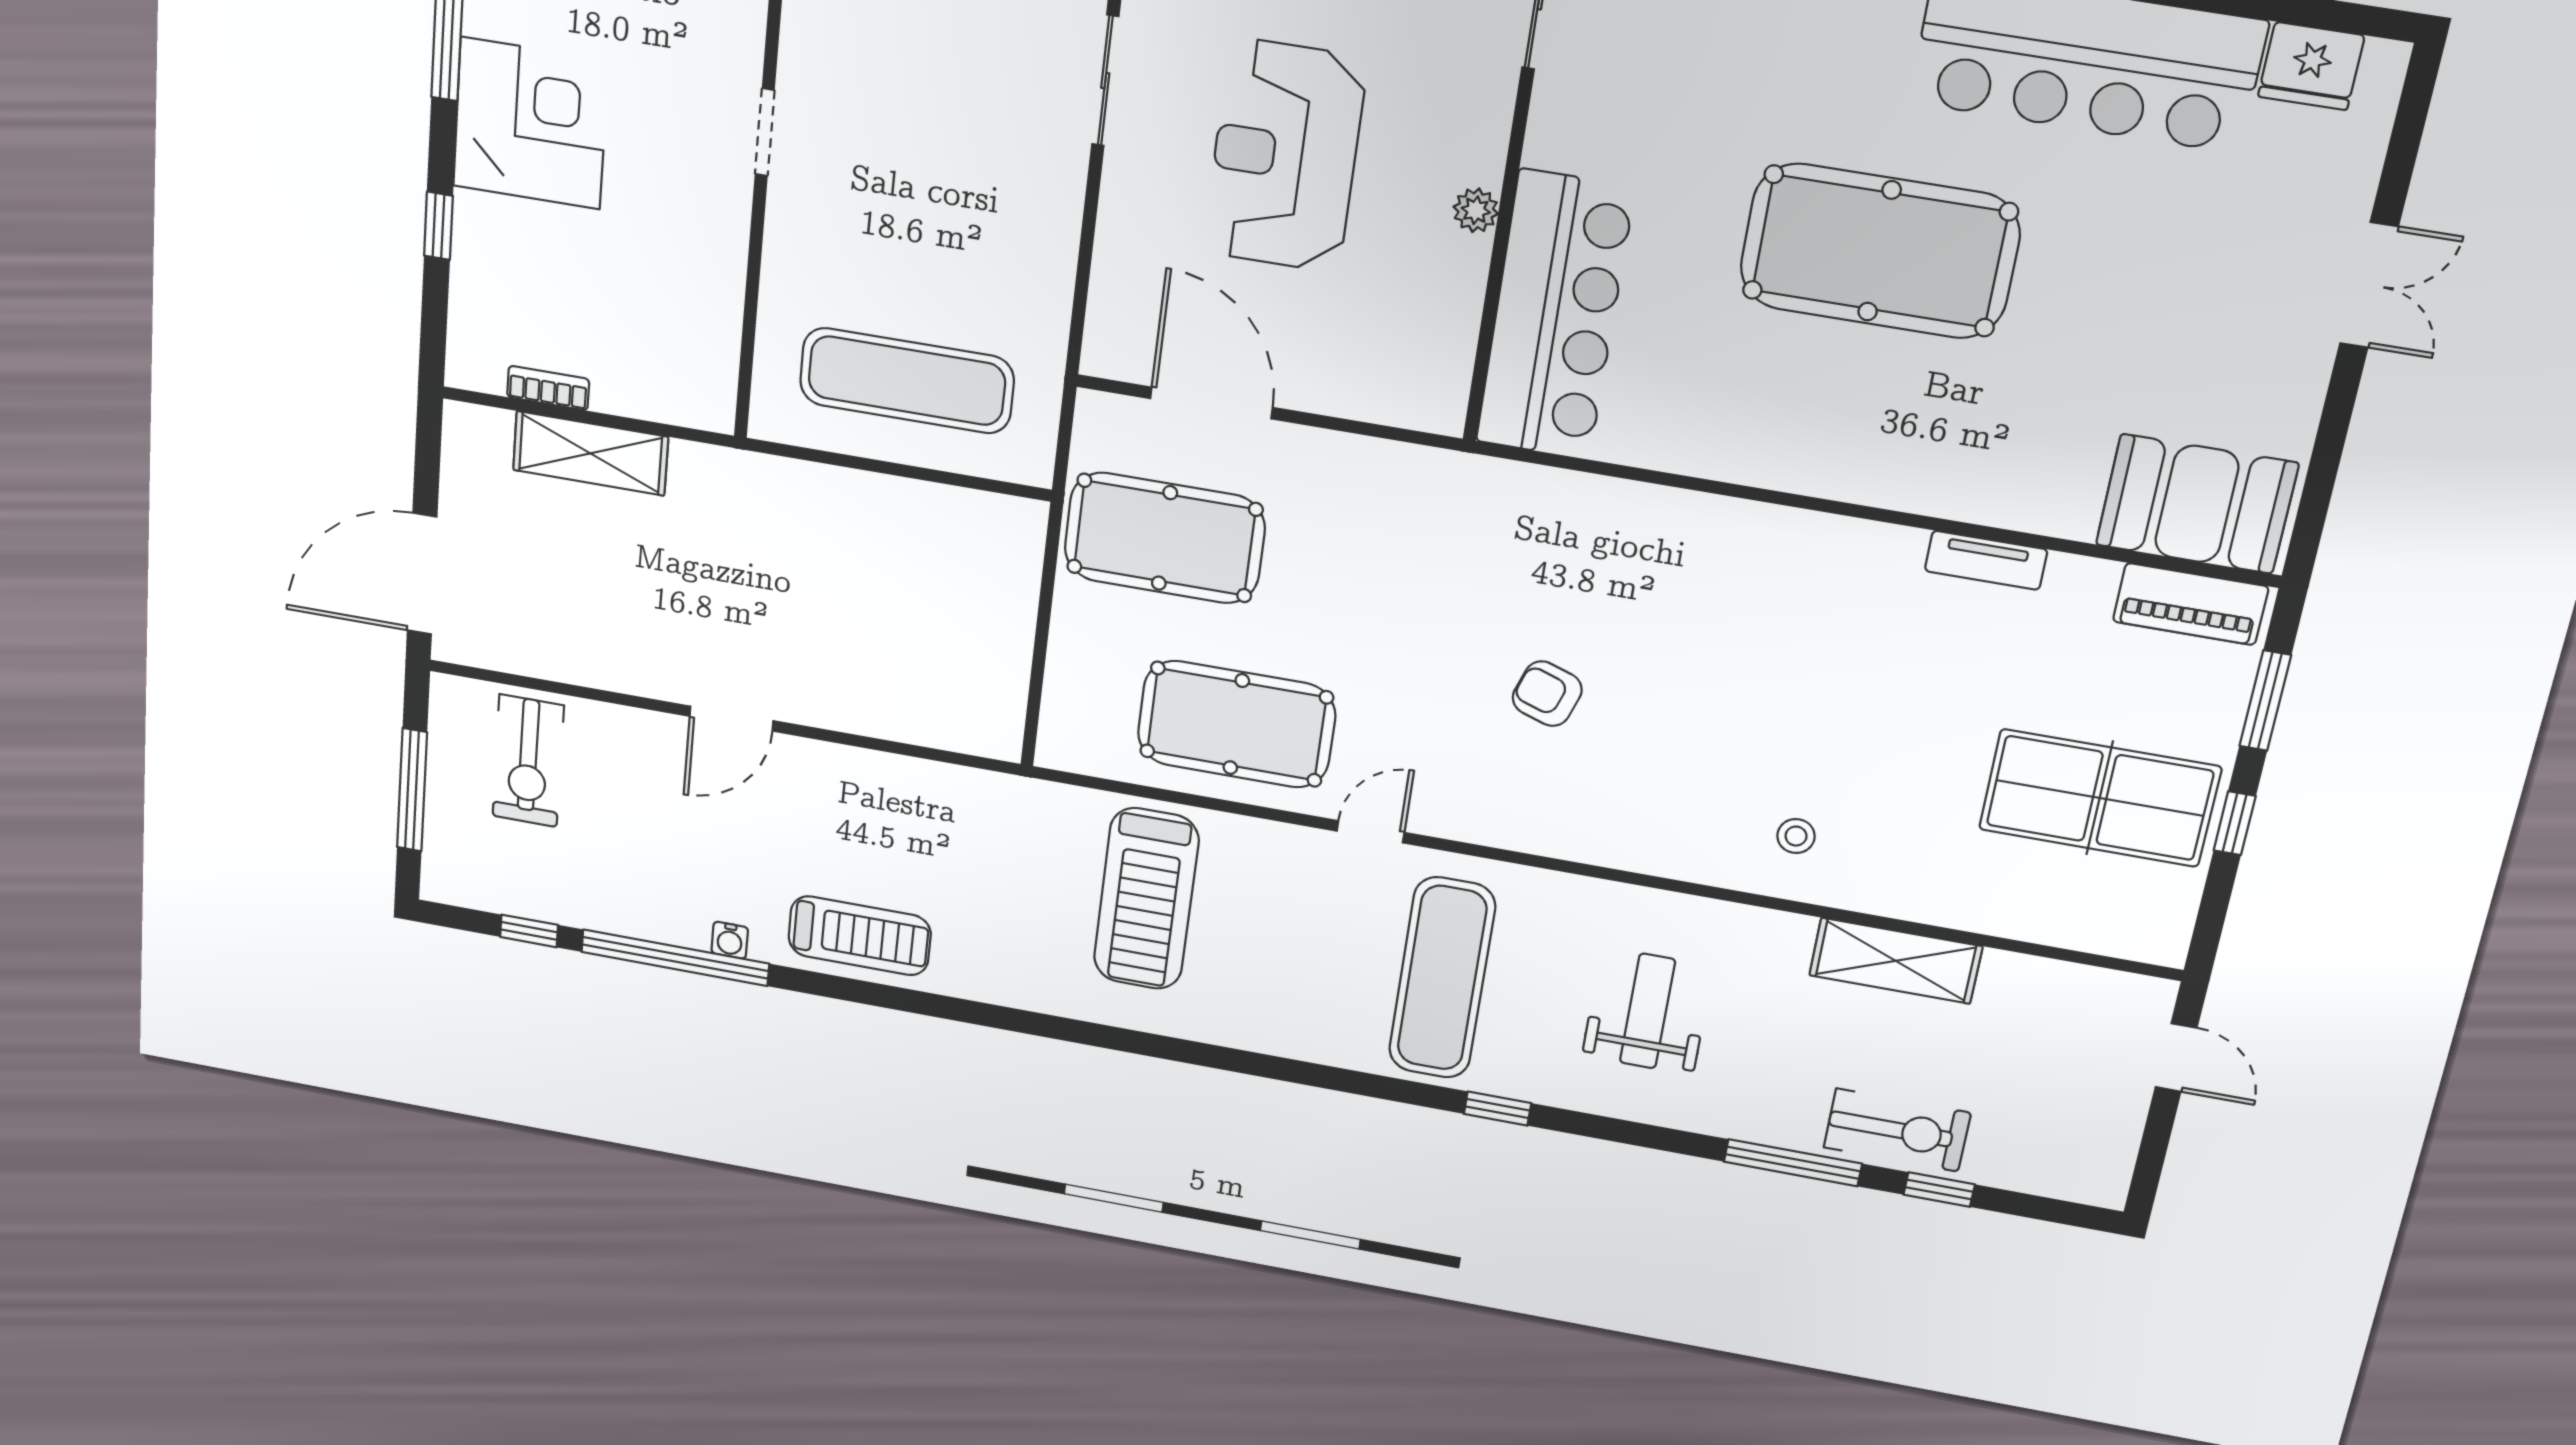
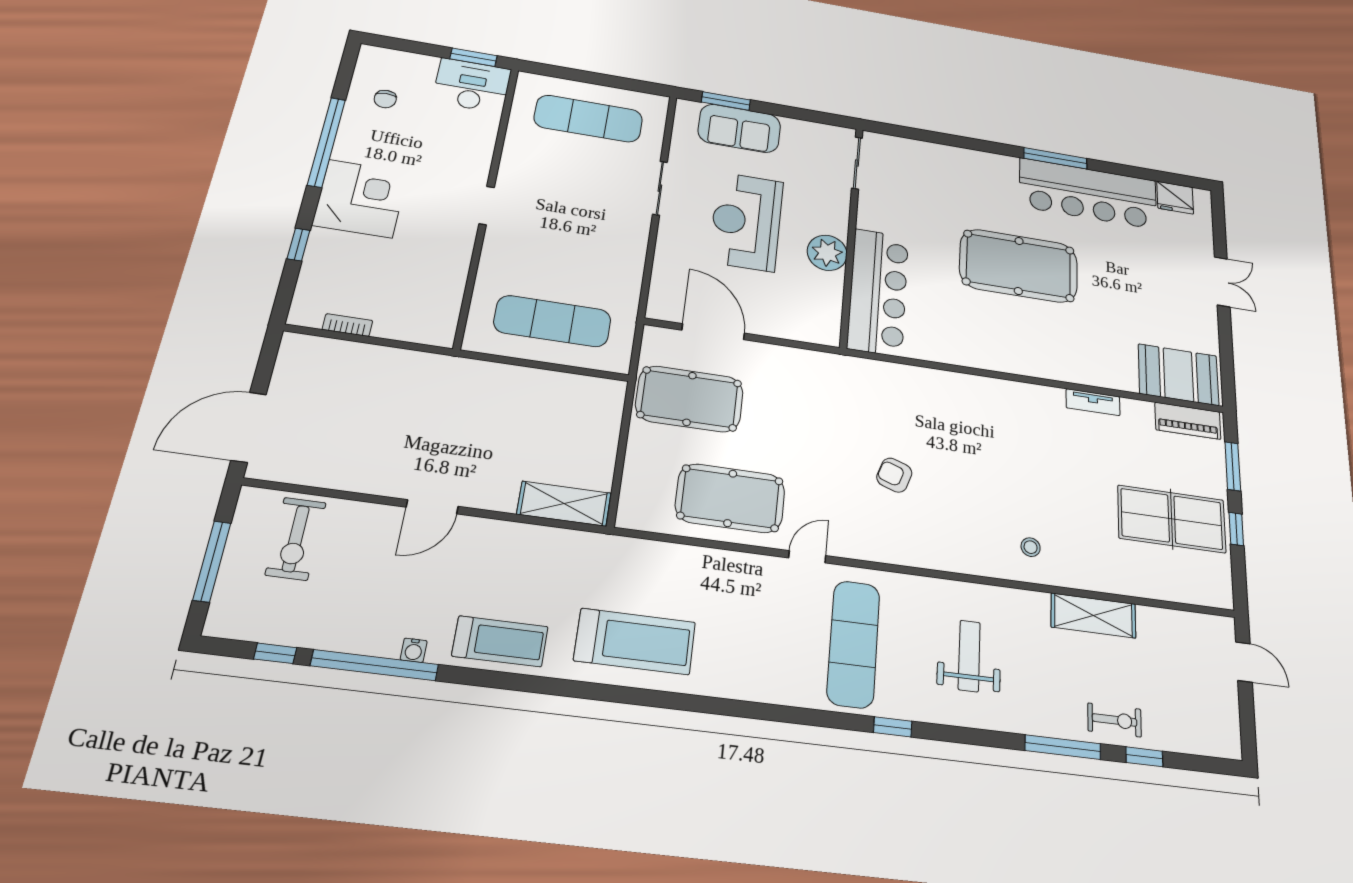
plant: (1476, 210) -> (827, 253), width x1.87, depth x1.87
shelving: (590, 453) -> (564, 504), moved
treadmill: (1146, 899) -> (635, 641), moved, turned -90
exercise bike: (1897, 1130) -> (1115, 720), width x0.73, depth x0.72

